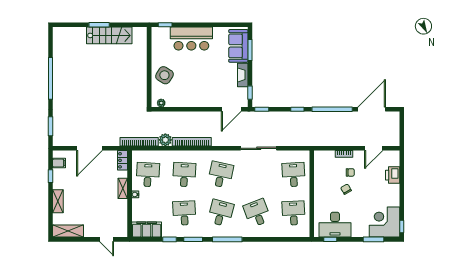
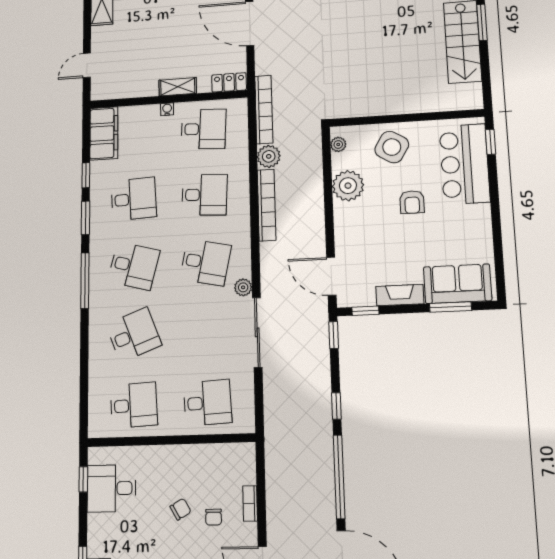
bar counter: (191, 39) -> (465, 164), moved
armchair: (195, 66) -> (412, 202), added
plant: (184, 99) -> (348, 186), added
plant: (235, 155) -> (243, 287), added
desk: (335, 225) -> (111, 488), width x0.73

